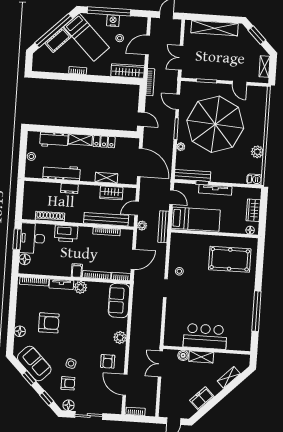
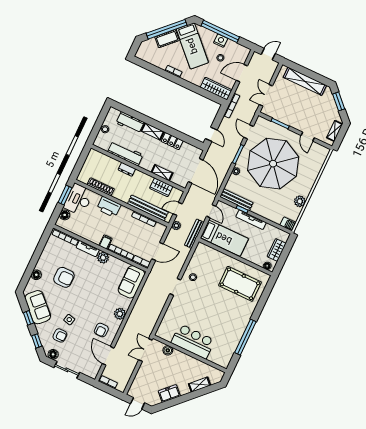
shelving: (201, 357) -> (183, 358), removed

